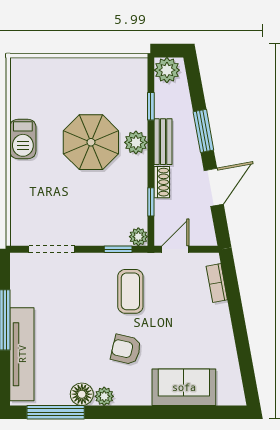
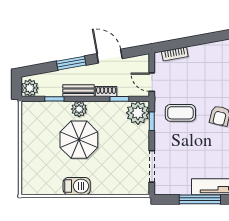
plant: (138, 237) -> (138, 113), width x1.87, depth x1.87

